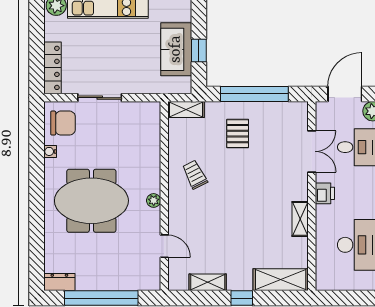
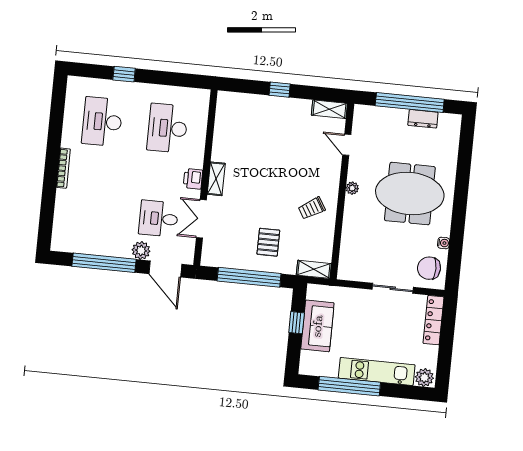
door: (345, 94) -> (165, 269), hinge flipped
trolley: (195, 175) -> (312, 208), turned 86
shelving: (300, 219) -> (216, 179), moved
shelving: (281, 280) -> (242, 103), removed
dresser: (59, 282) -> (423, 119), moved
shelving: (208, 282) -> (329, 109), moved

